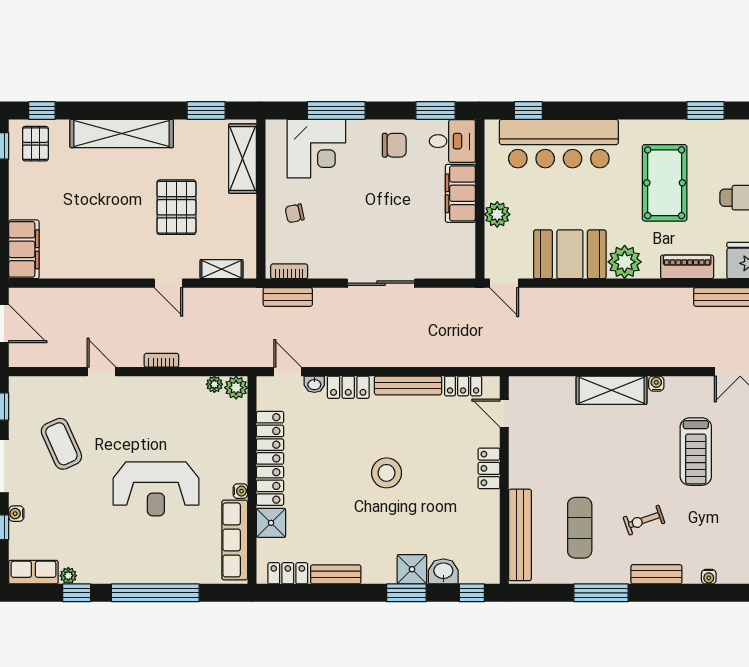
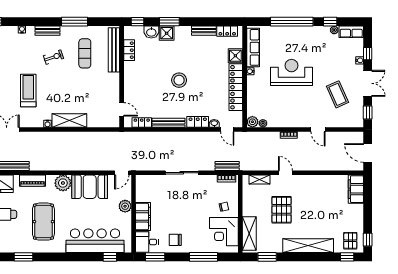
corner desk: (316, 149) -> (224, 232), moved, turned -90
door: (504, 283) -> (122, 173), swing flipped
locker: (489, 468) -> (129, 50), moved

